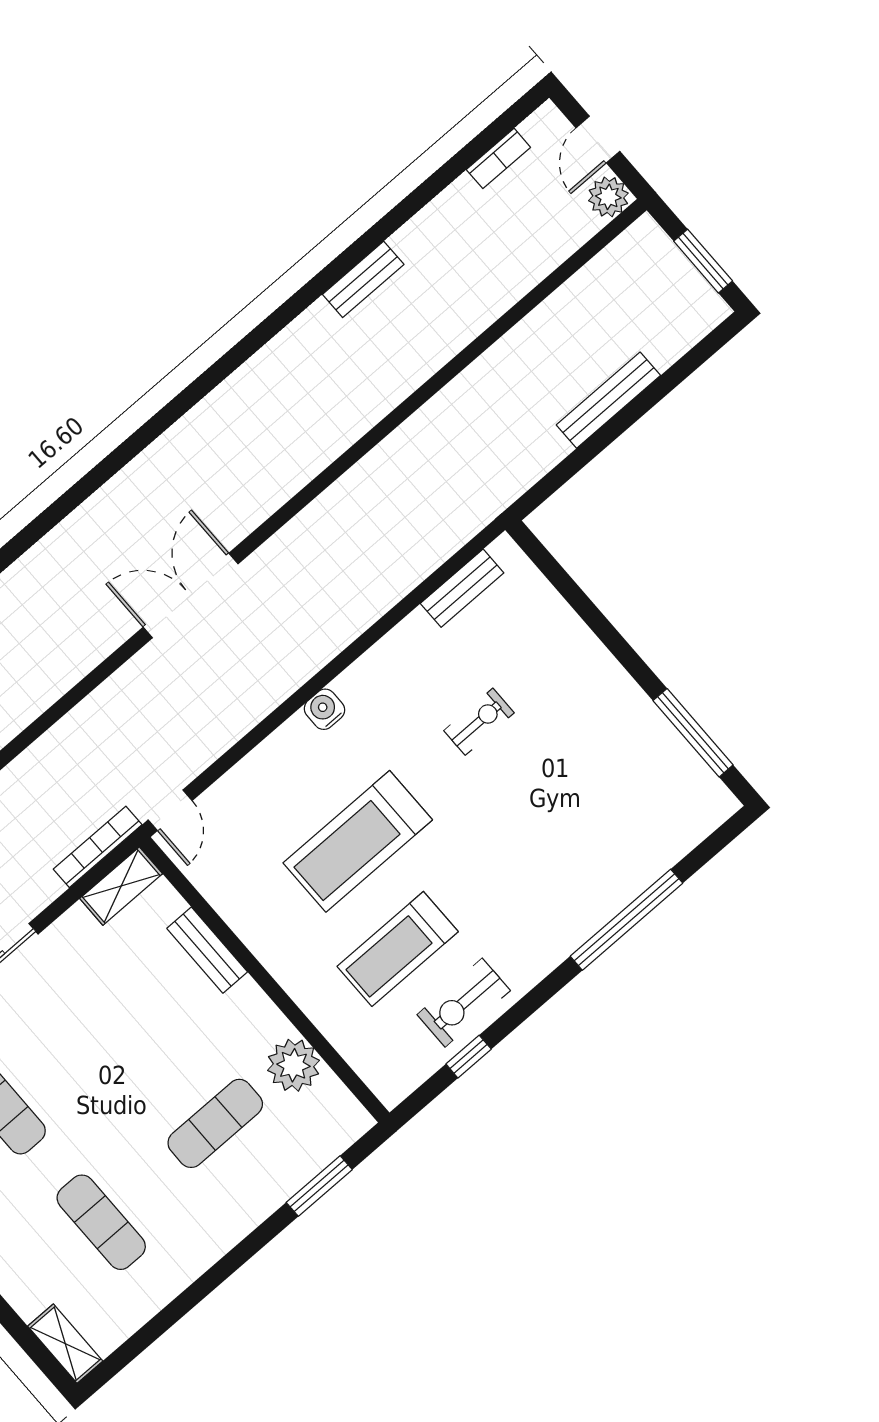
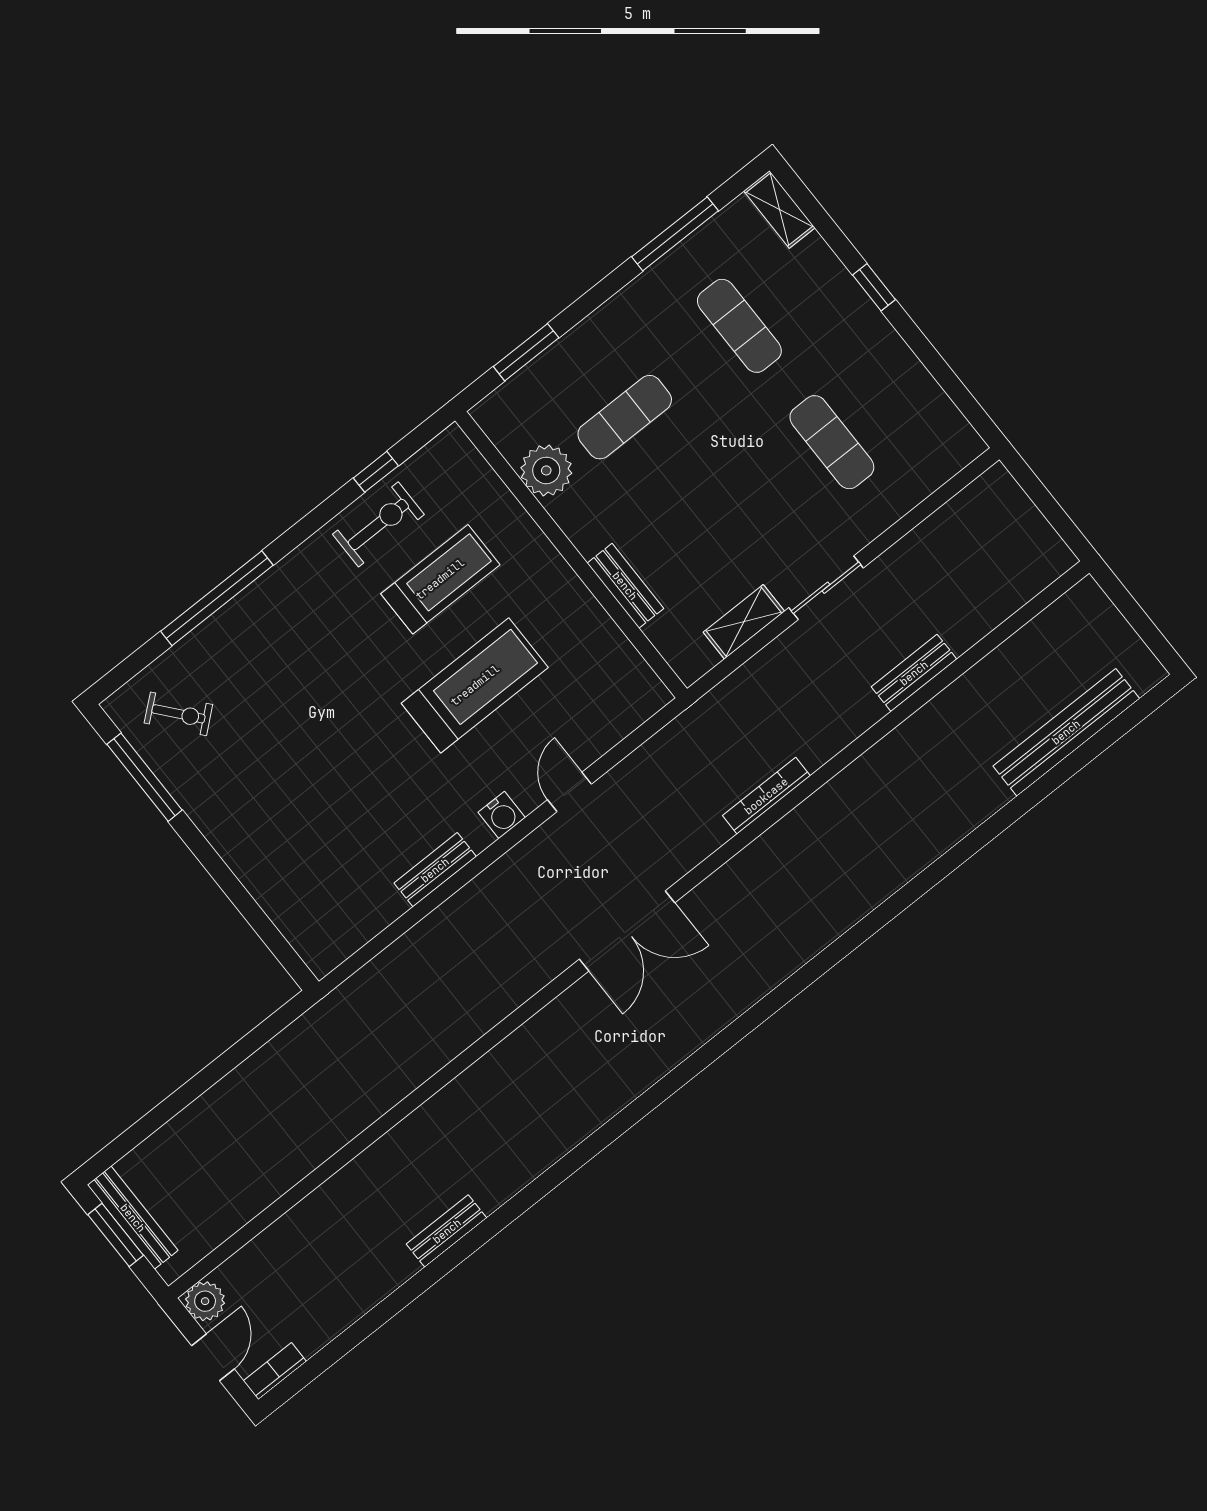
bookcase: (498, 158) -> (275, 1371), moved
bench: (608, 400) -> (133, 1218), moved, turned 90
bench: (462, 588) -> (435, 870), moved
exercise bike: (479, 722) -> (178, 714), moved, turned -130
door: (170, 810) -> (569, 792), moved
bookcase: (98, 847) -> (766, 796), moved, turned 180
shelving: (121, 886) -> (744, 622), moved
window: (171, 1314) -> (675, 234), added

